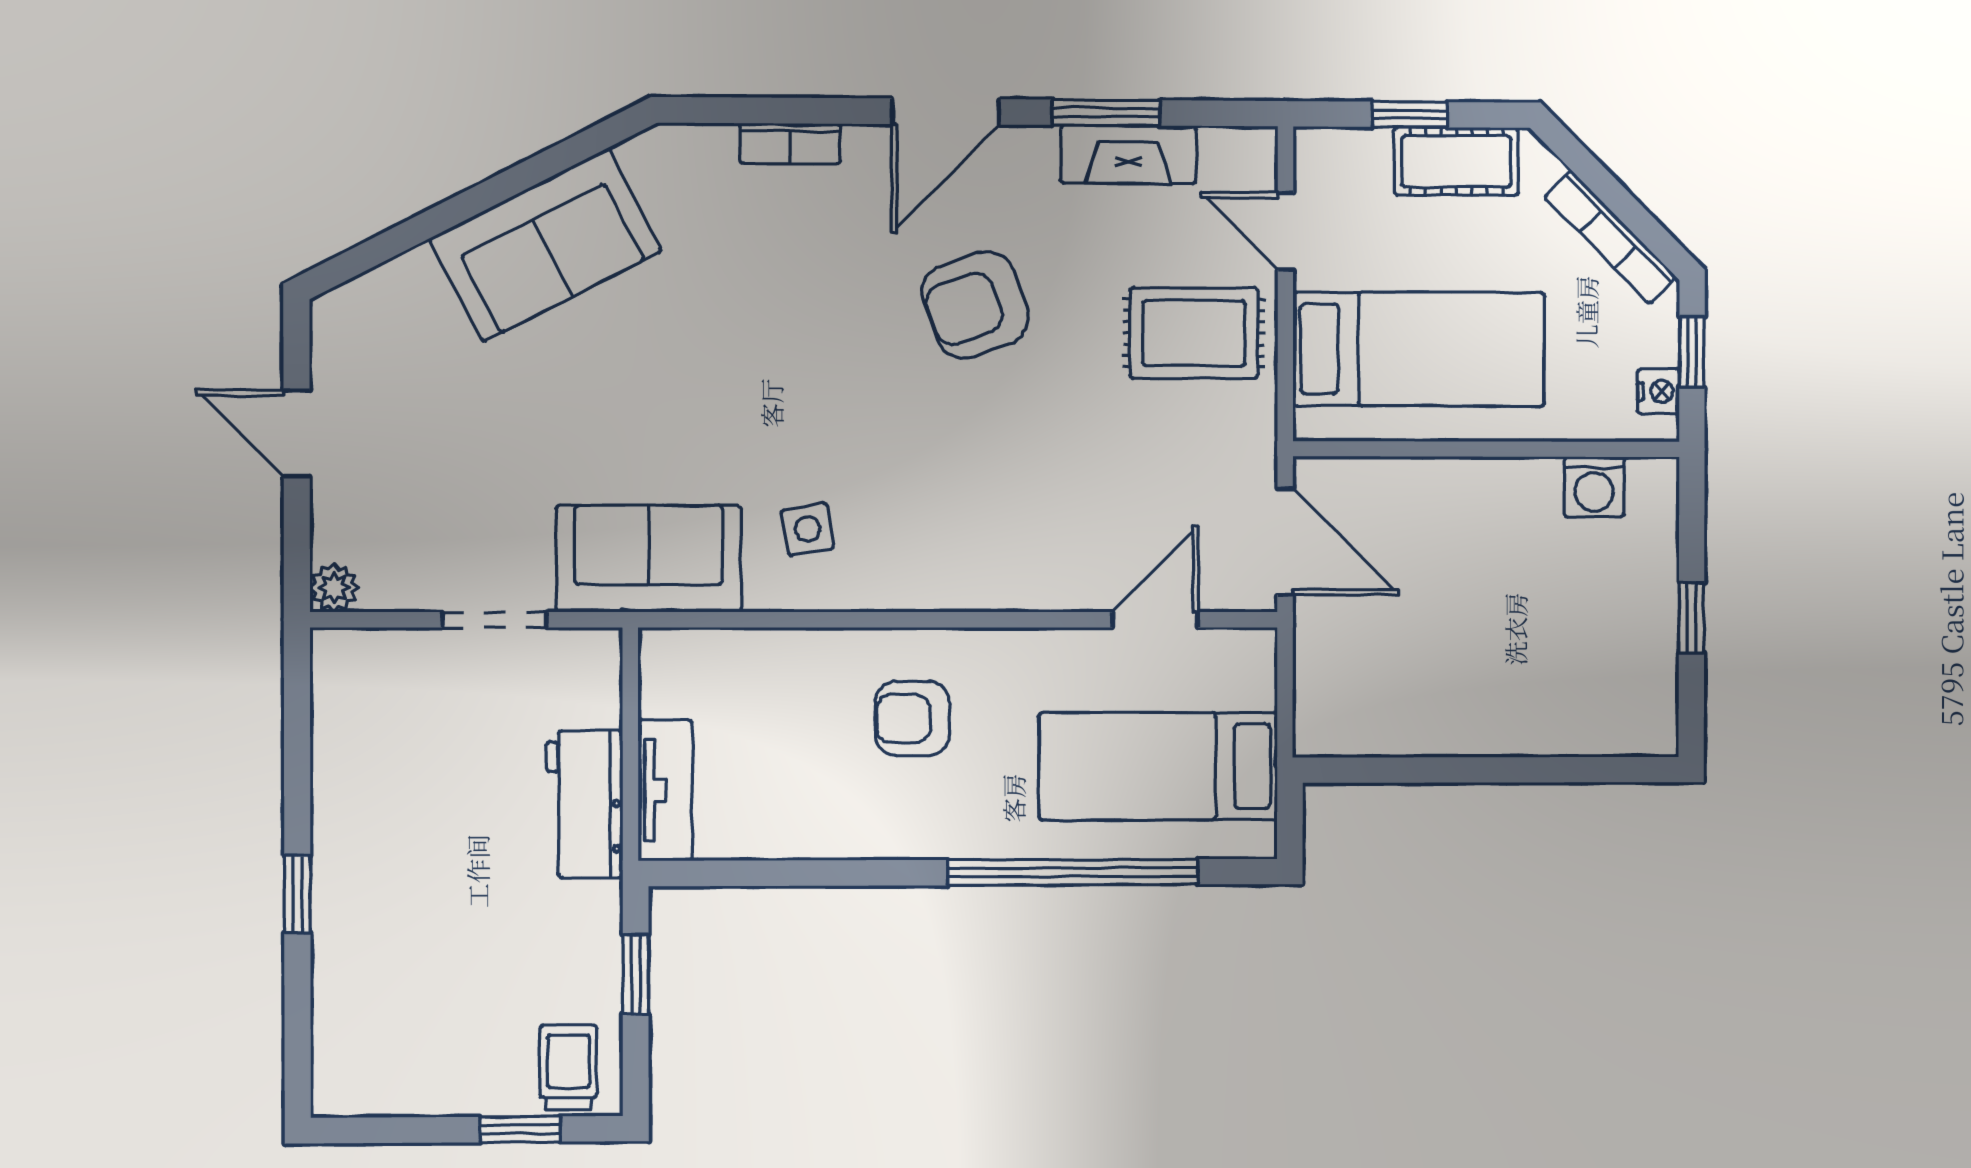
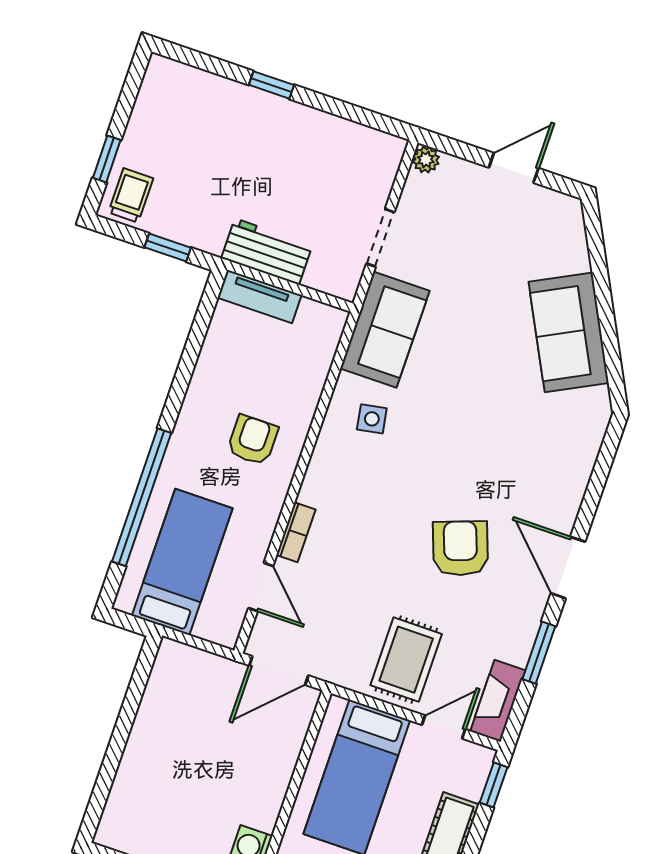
window: (1410, 115) -> (494, 785), moved
bookcase: (790, 143) -> (296, 532), moved, turned 180
fireplace: (1128, 154) -> (498, 701), moved
trolley: (568, 1067) -> (131, 195), turned -90

